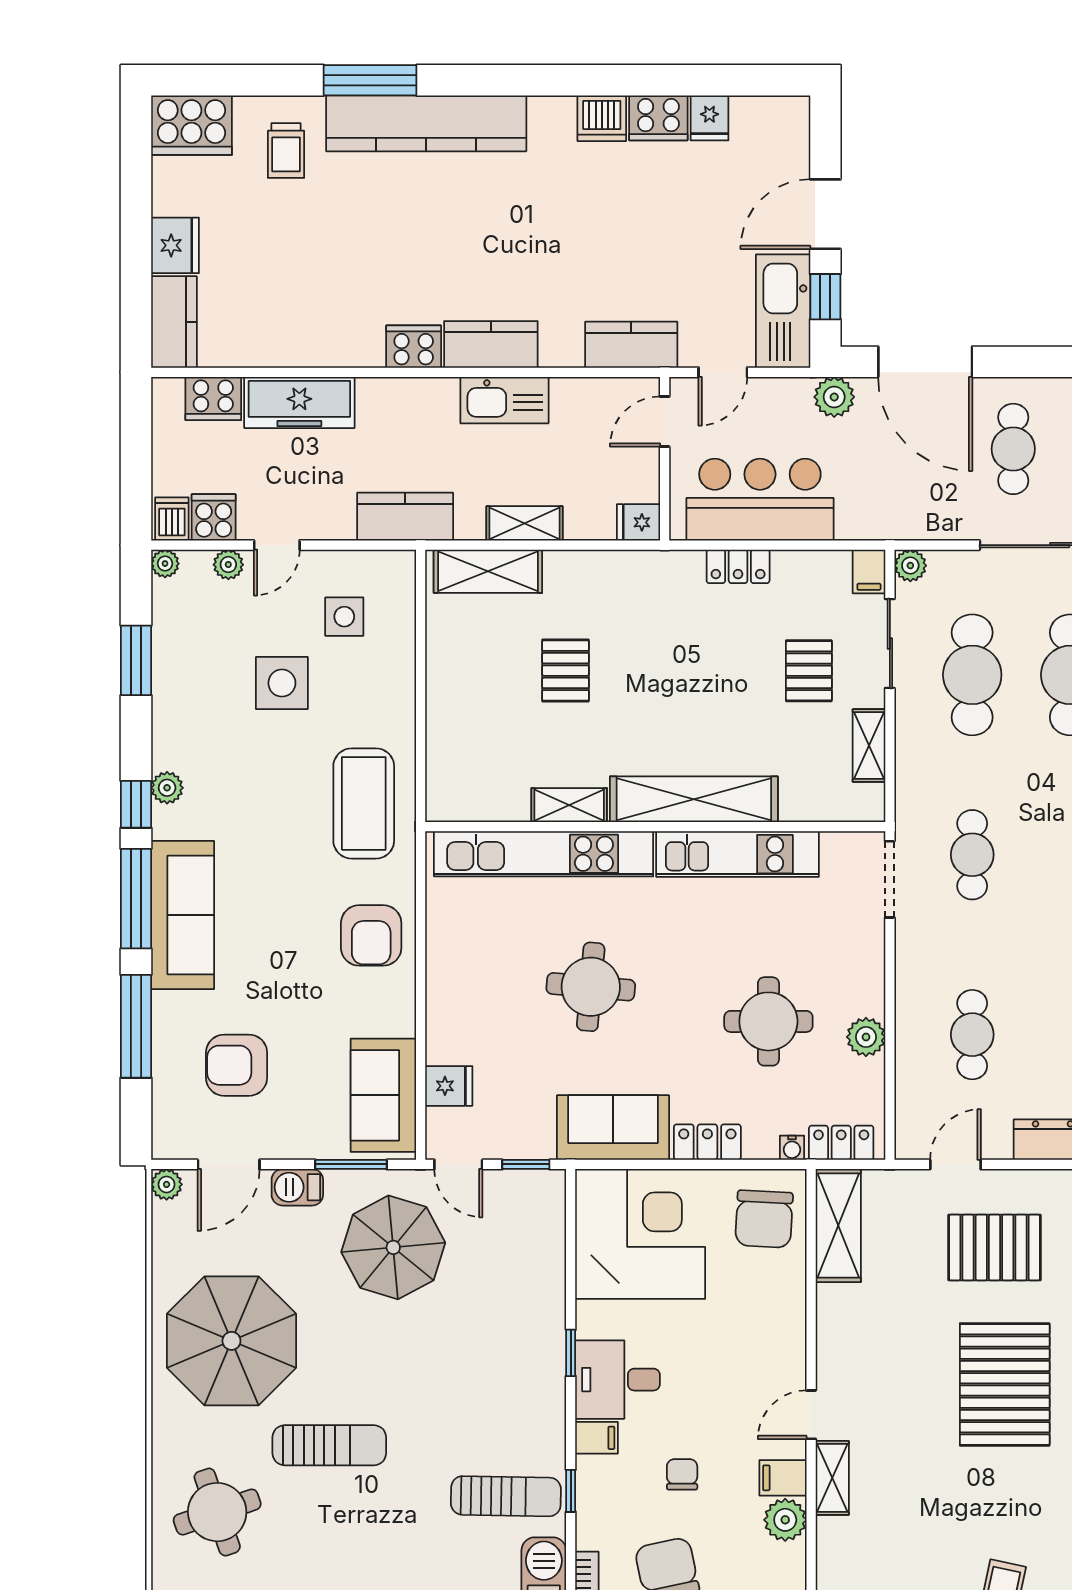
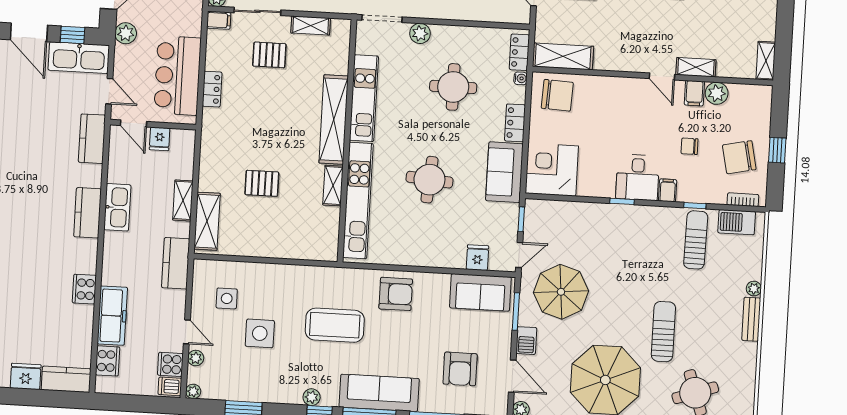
cooker: (414, 347) -> (84, 289), moved
fridge: (638, 522) -> (160, 139), moved
coffee table: (364, 803) -> (335, 325), moved
plant: (866, 1037) -> (420, 33), moved
corner desk: (640, 1234) -> (552, 170), width x0.74, depth x0.74

